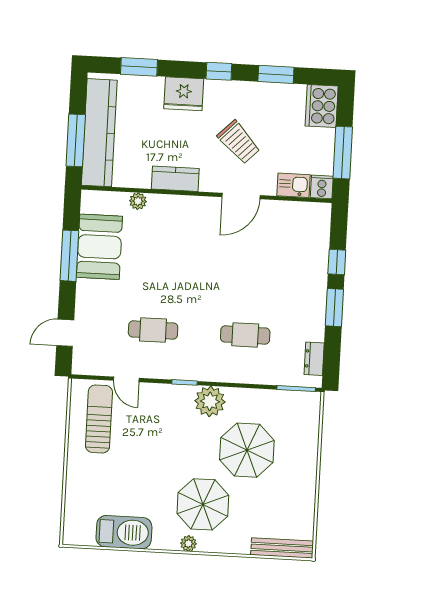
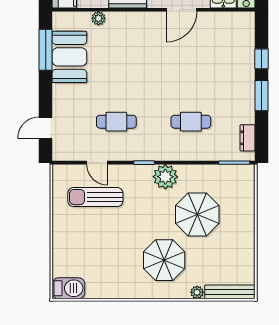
window: (69, 256) -> (46, 50), moved
sun lounger: (99, 419) -> (95, 197), moved, turned -90
barbecue: (124, 532) -> (68, 288), moved, width x0.73, depth x0.83
plant: (188, 543) -> (197, 292), moved

